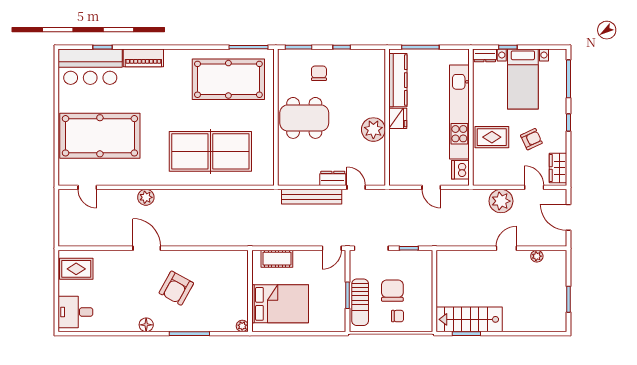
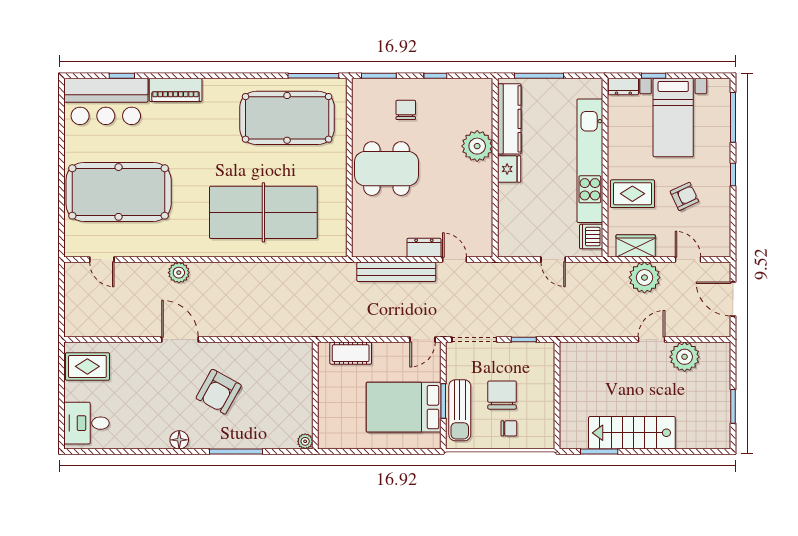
plant: (373, 130) -> (477, 146), moved
wardrobe: (558, 168) -> (636, 246), moved, turned 90
plant: (537, 256) -> (685, 357), width x1.88, depth x1.88
bed: (280, 304) -> (404, 407), moved, turned 180
stairs: (469, 319) -> (632, 433), moved

